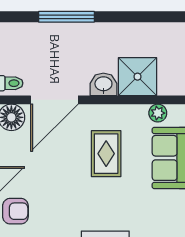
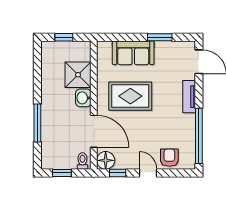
plant: (158, 113) -> (103, 61), removed
rug: (106, 154) -> (130, 96), width x1.36, depth x1.43

